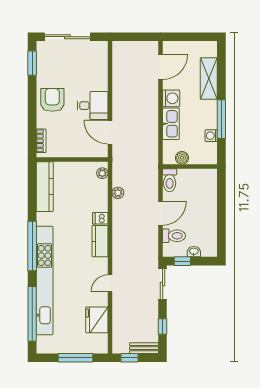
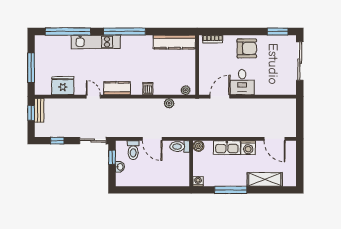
washing machine: (211, 136) -> (198, 181), moved
boiler: (182, 158) -> (198, 146), moved
kitchen counter: (100, 241) -> (117, 88), moved
kitchen unit: (45, 280) -> (96, 42), width x0.54
bench: (144, 348) -> (39, 110), moved

